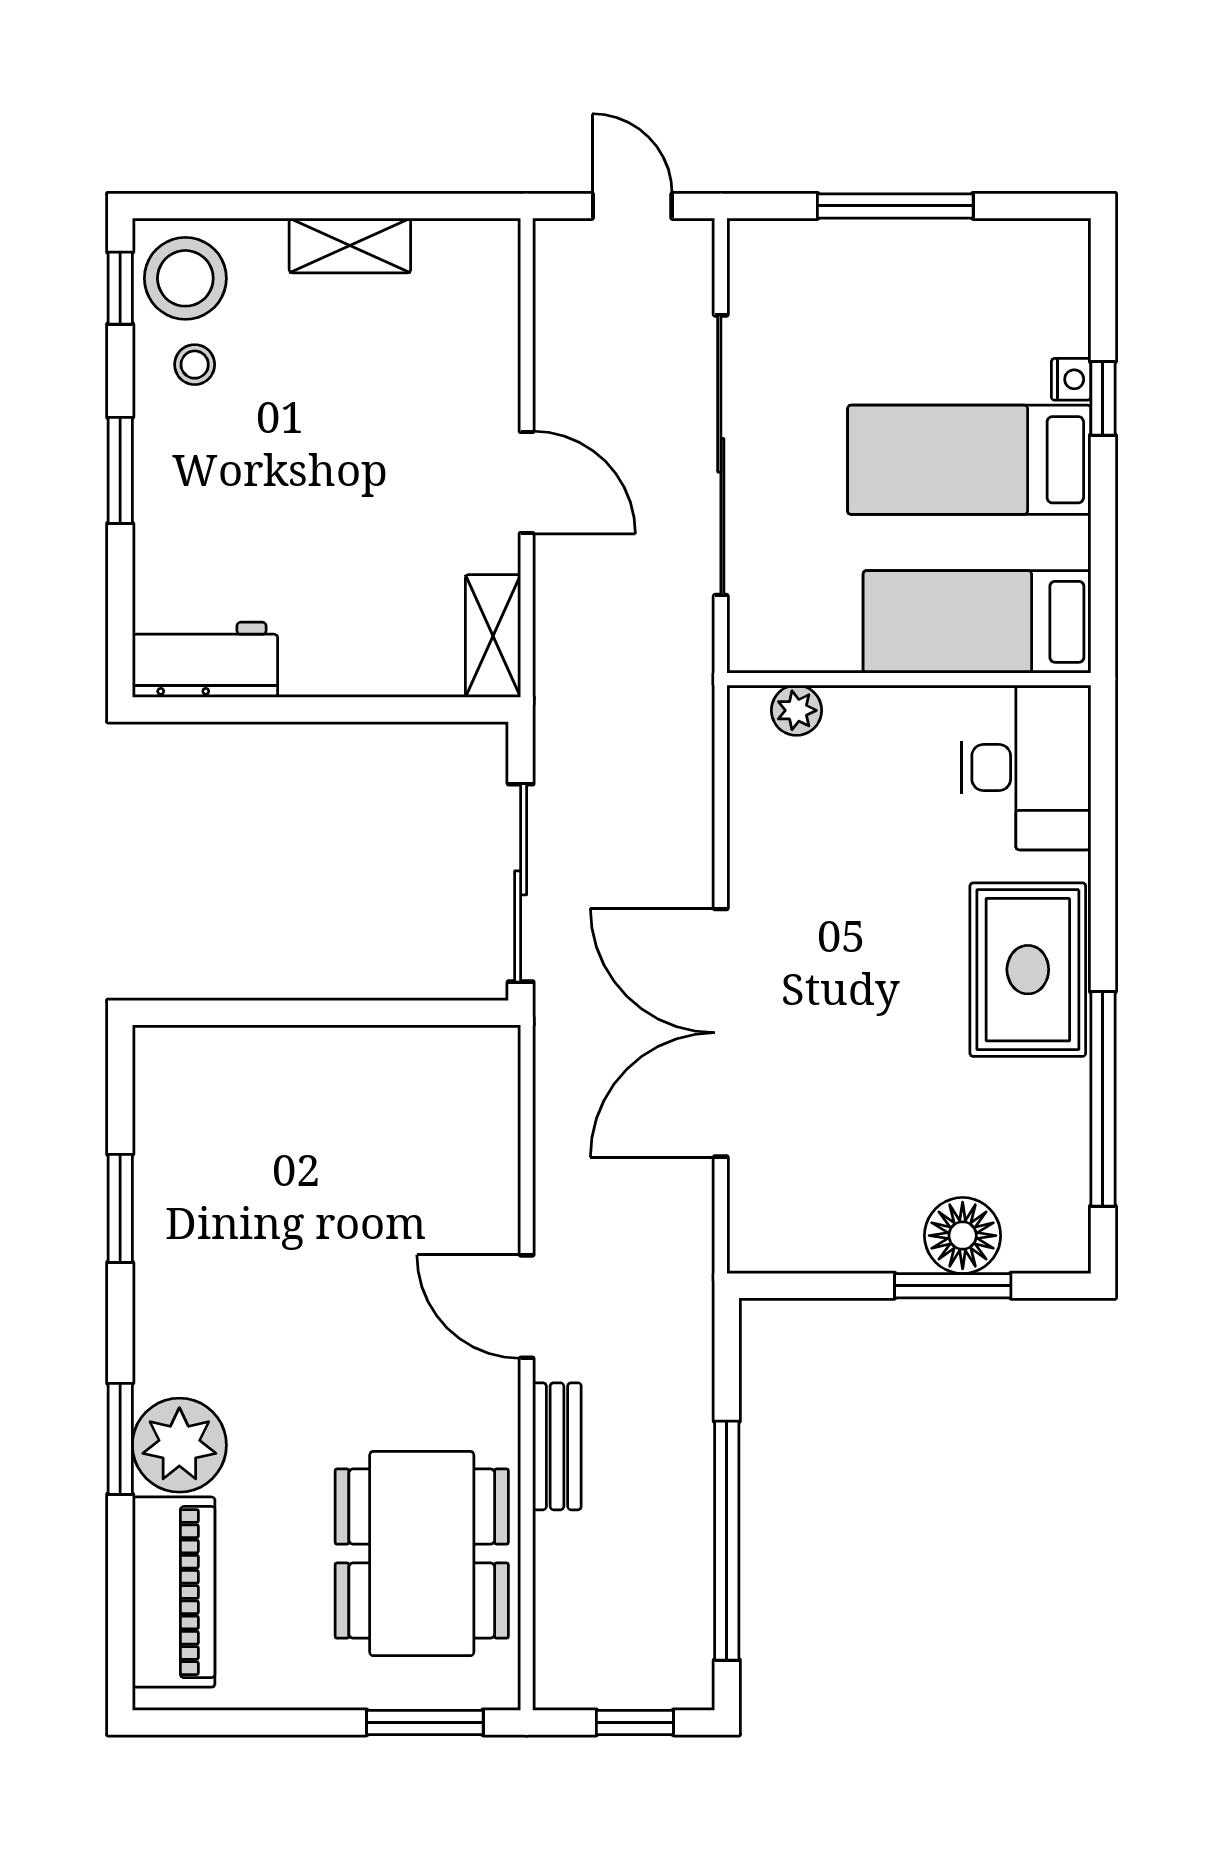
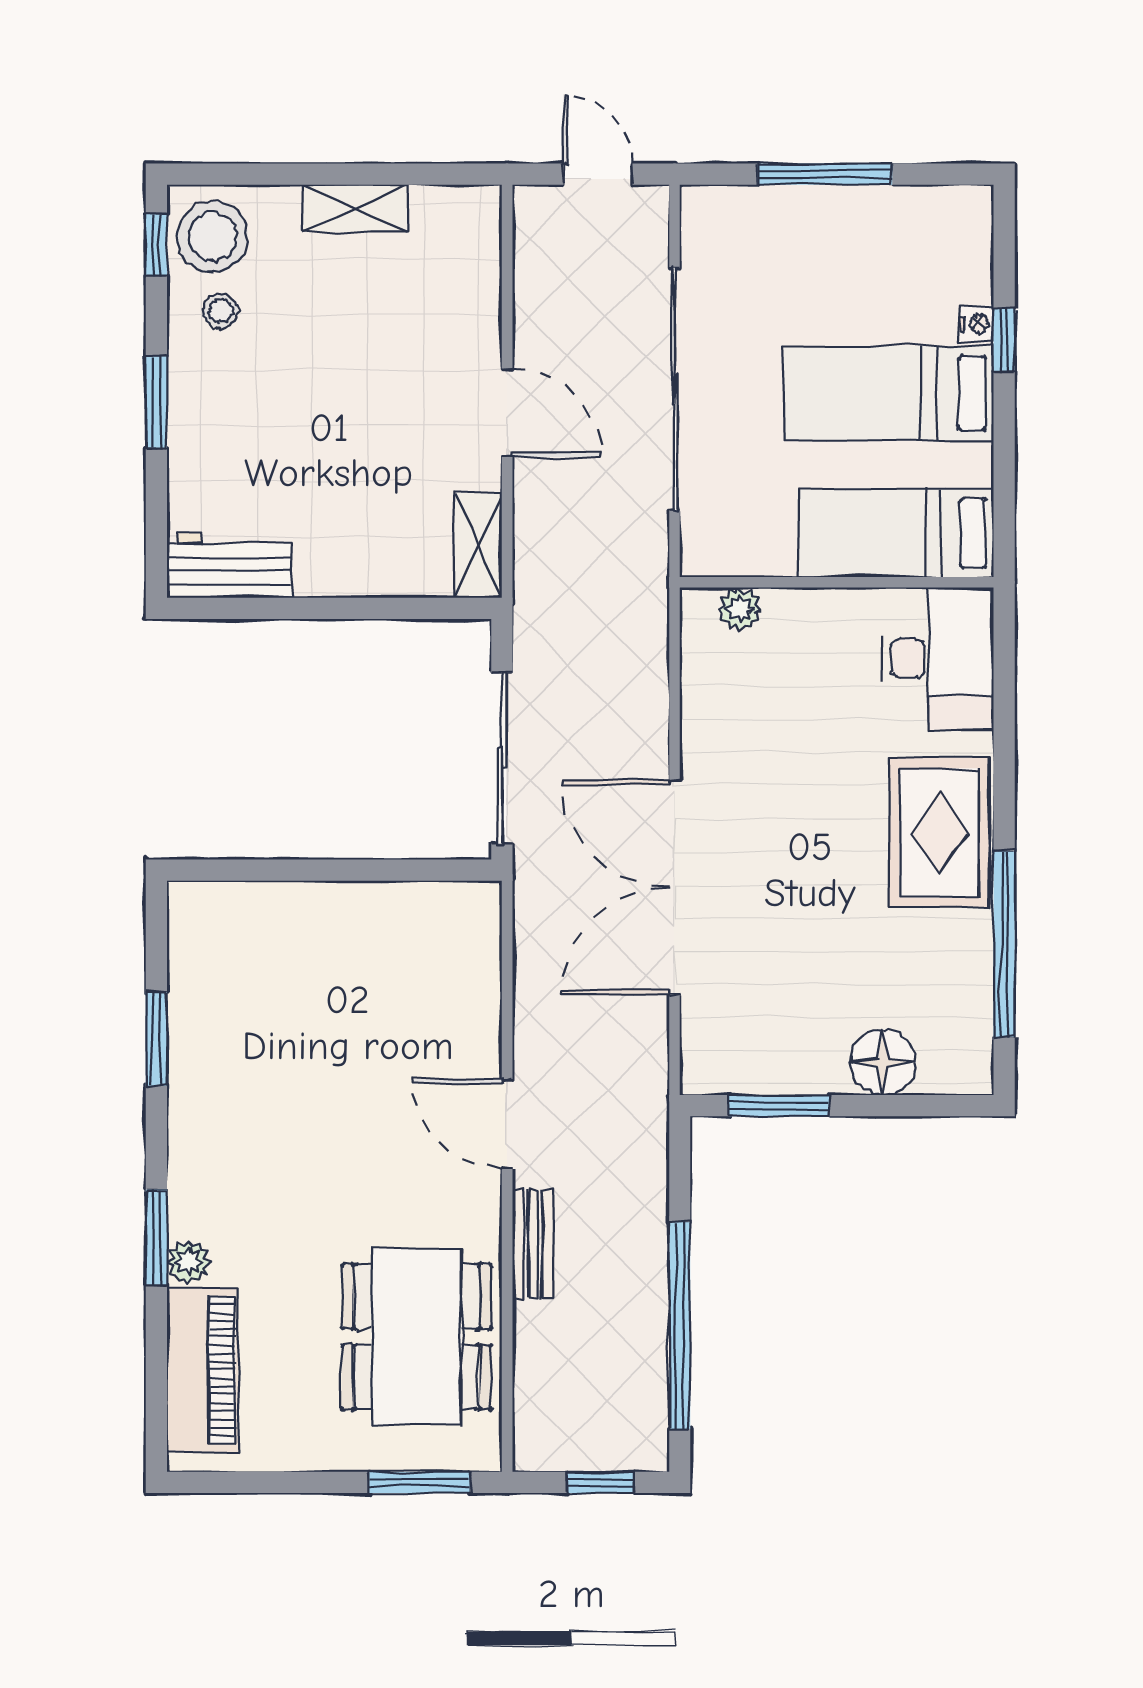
window: (953, 1286) -> (779, 1106), moved
plant: (179, 1445) -> (189, 1262), width x0.53, depth x0.53

